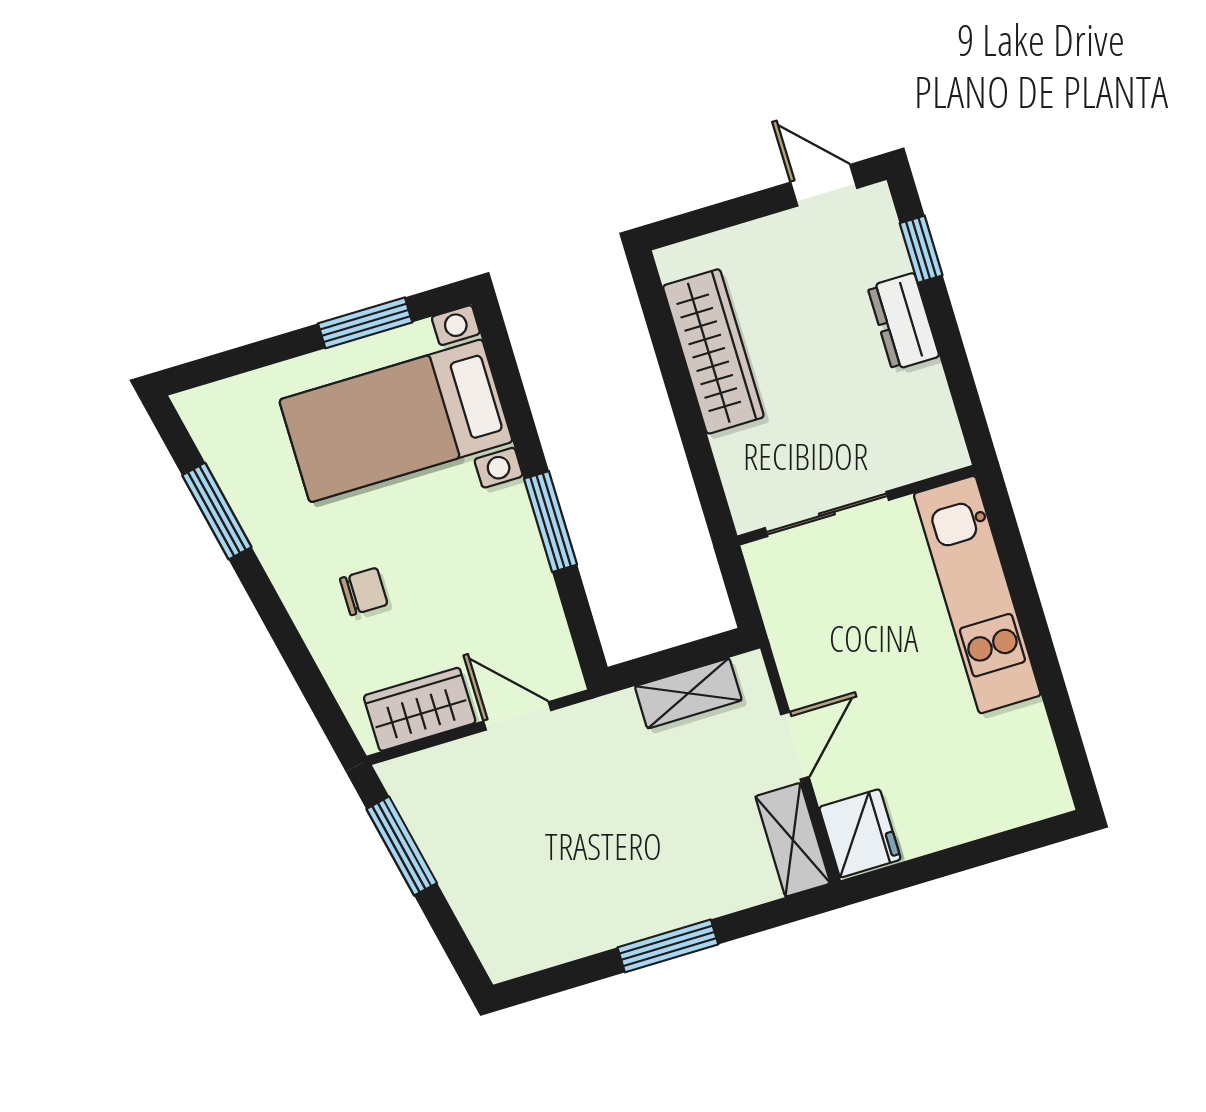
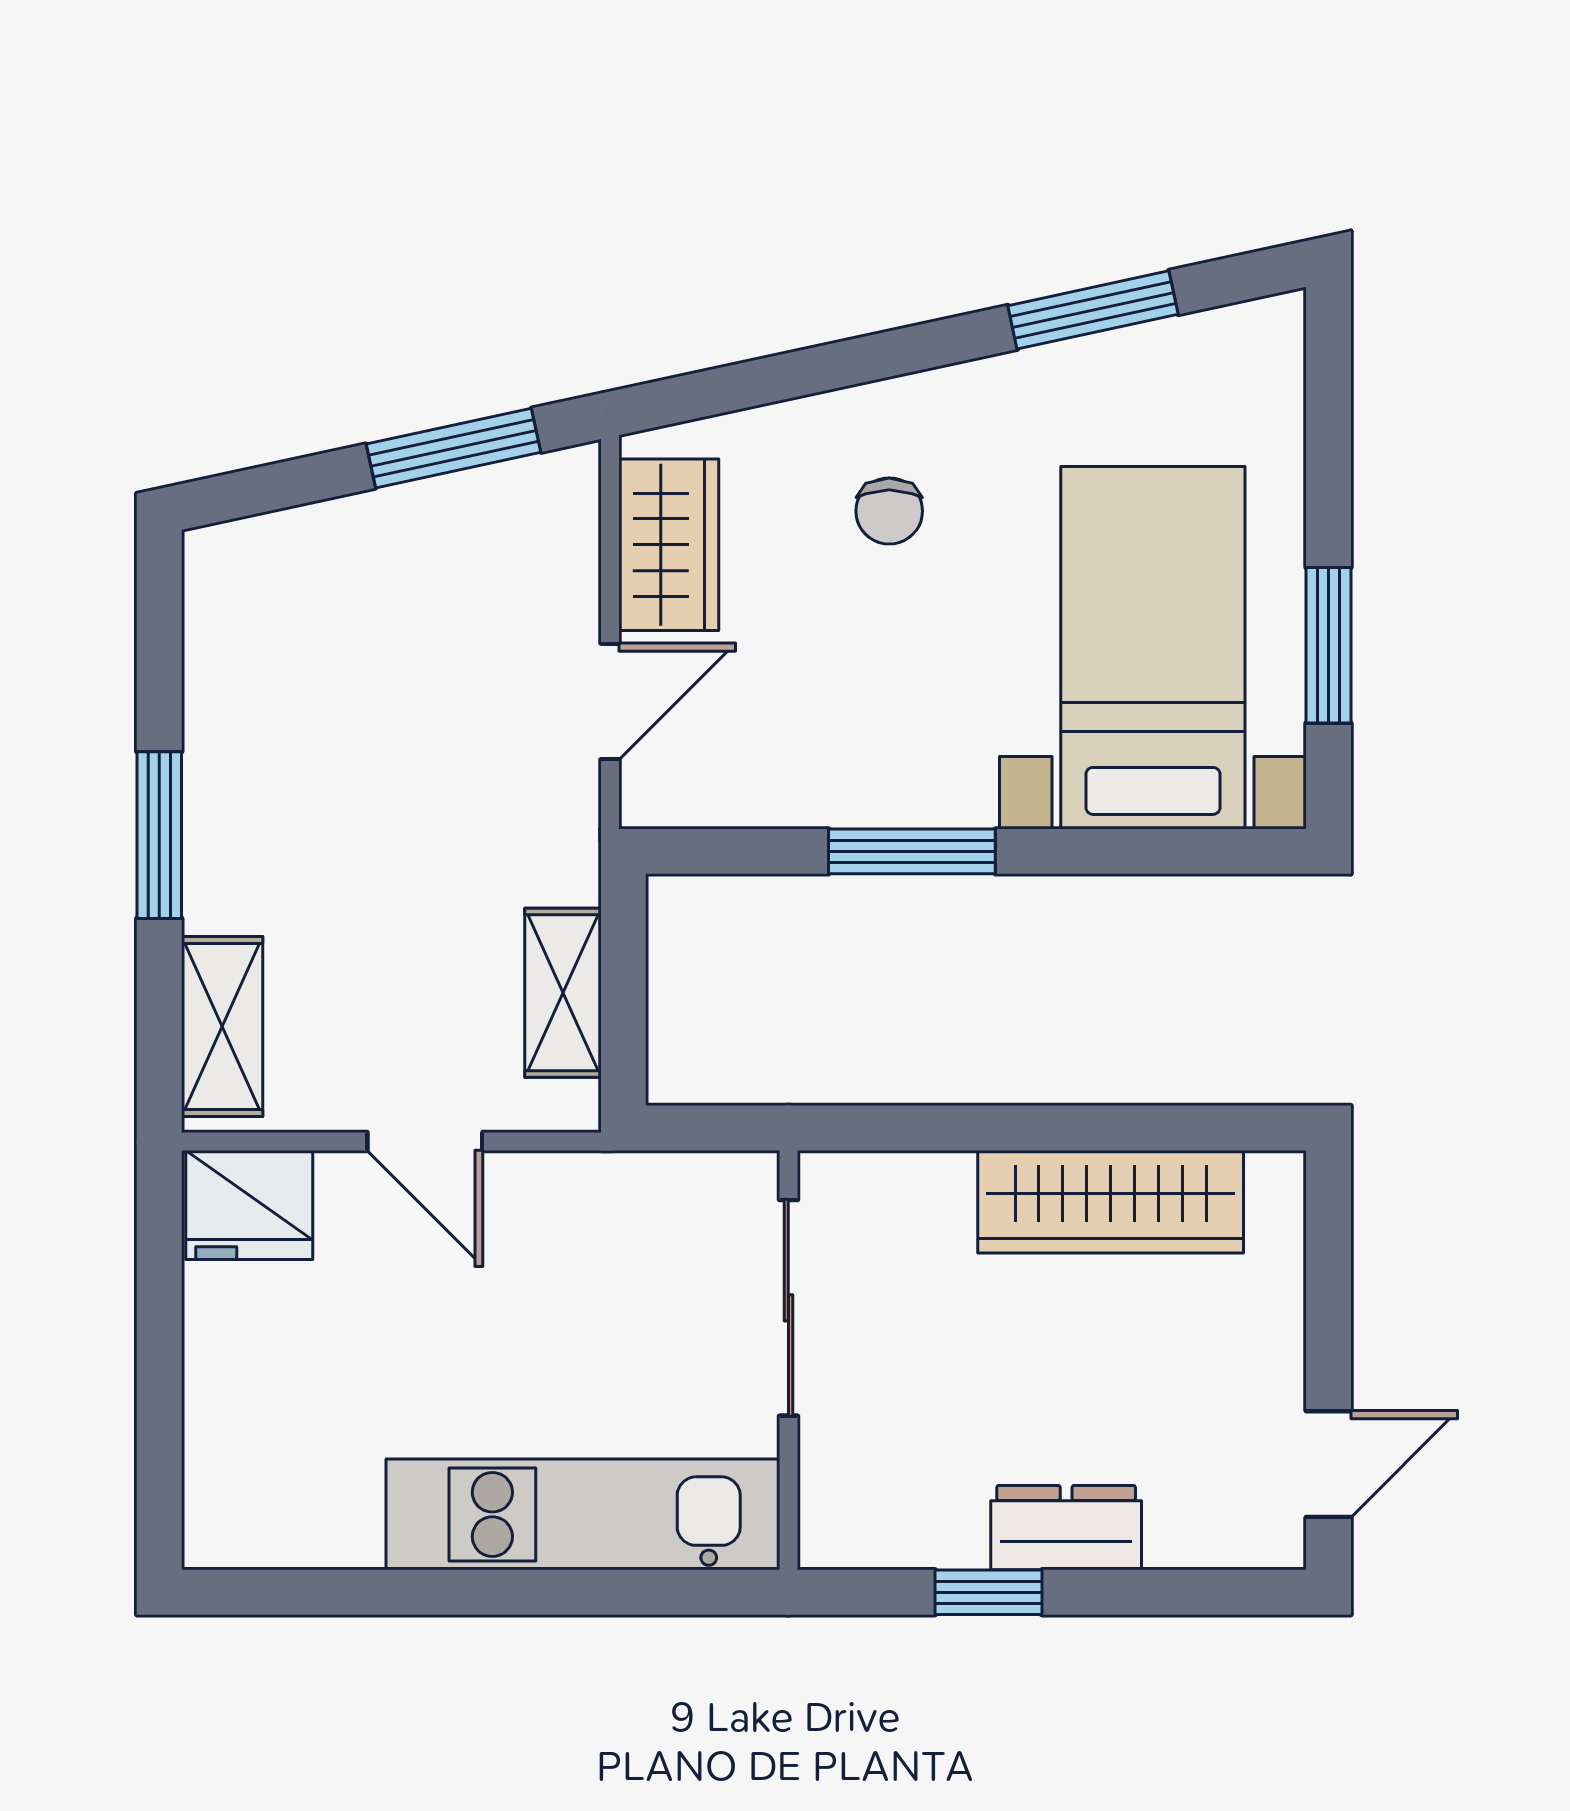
window: (921, 249) -> (988, 1592), moved
shelving: (793, 840) -> (222, 1026), moved, turned 90

